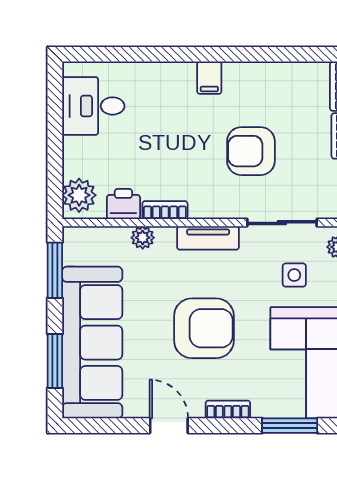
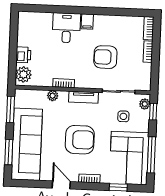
desk: (93, 106) -> (66, 28), moved, turned 90
printer: (123, 204) -> (23, 55), moved, turned 90
window: (290, 426) -> (118, 187), width x0.67

